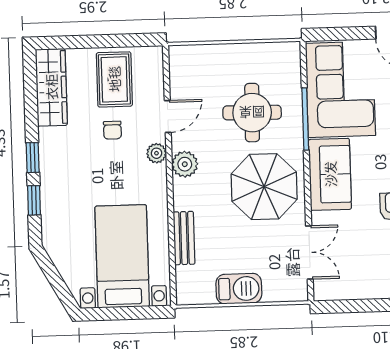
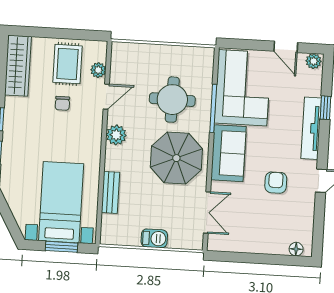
plant: (156, 153) -> (98, 70), moved
barbecue: (239, 289) -> (154, 238), width x0.73, depth x0.79
window: (128, 313) -> (62, 247), added

